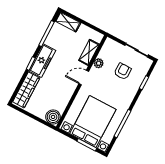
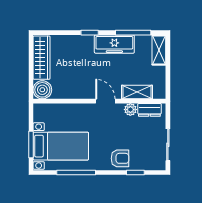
dresser: (106, 50) -> (149, 110), added
freezer: (42, 61) -> (114, 44), moved
armchair: (123, 71) -> (120, 158), moved
wardrobe: (26, 90) -> (42, 58), moved, turned -90
bed with nightstands: (93, 122) -> (61, 146), width x0.73

